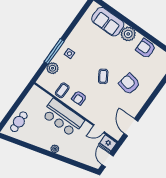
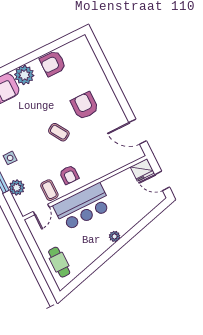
armchair: (129, 84) -> (85, 106), turned 79
door: (99, 129) -> (41, 209), moved

